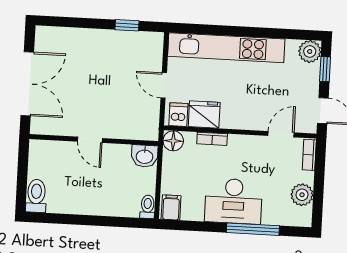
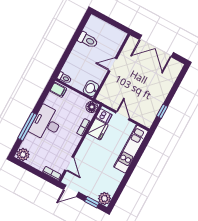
kitchen unit: (226, 48) -> (131, 149), width x0.73
door: (164, 85) -> (123, 116), hinge flipped
plant: (302, 195) -> (23, 154), moved
toilet: (36, 196) -> (88, 40), moved

